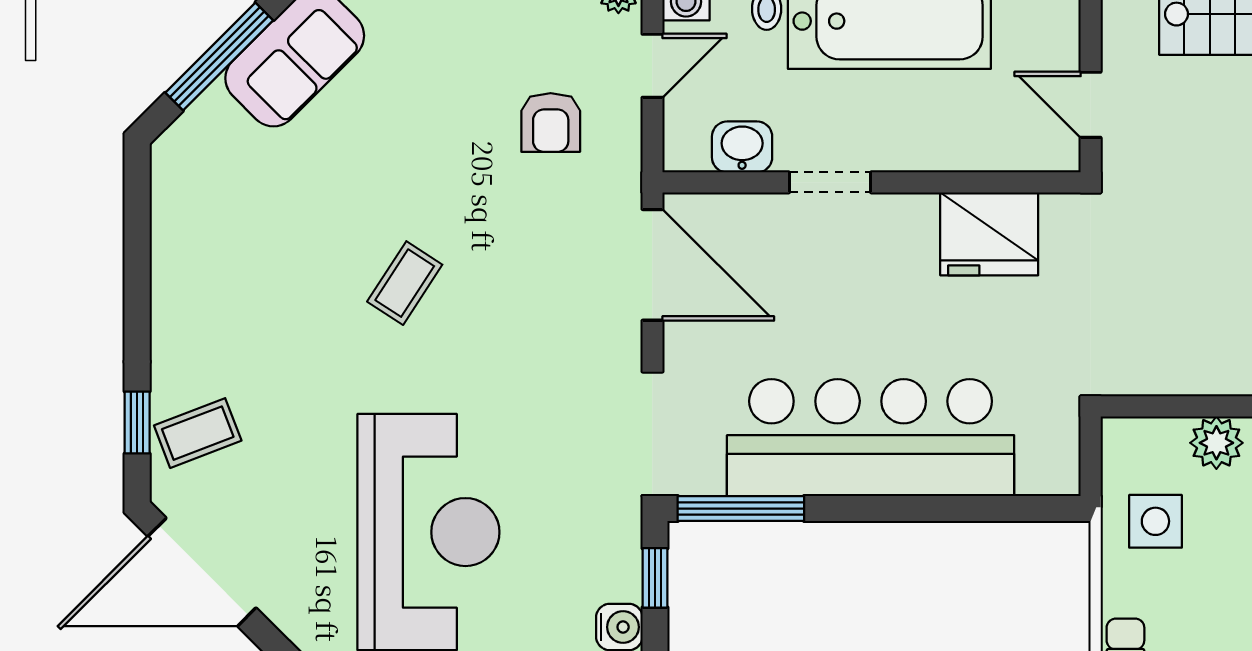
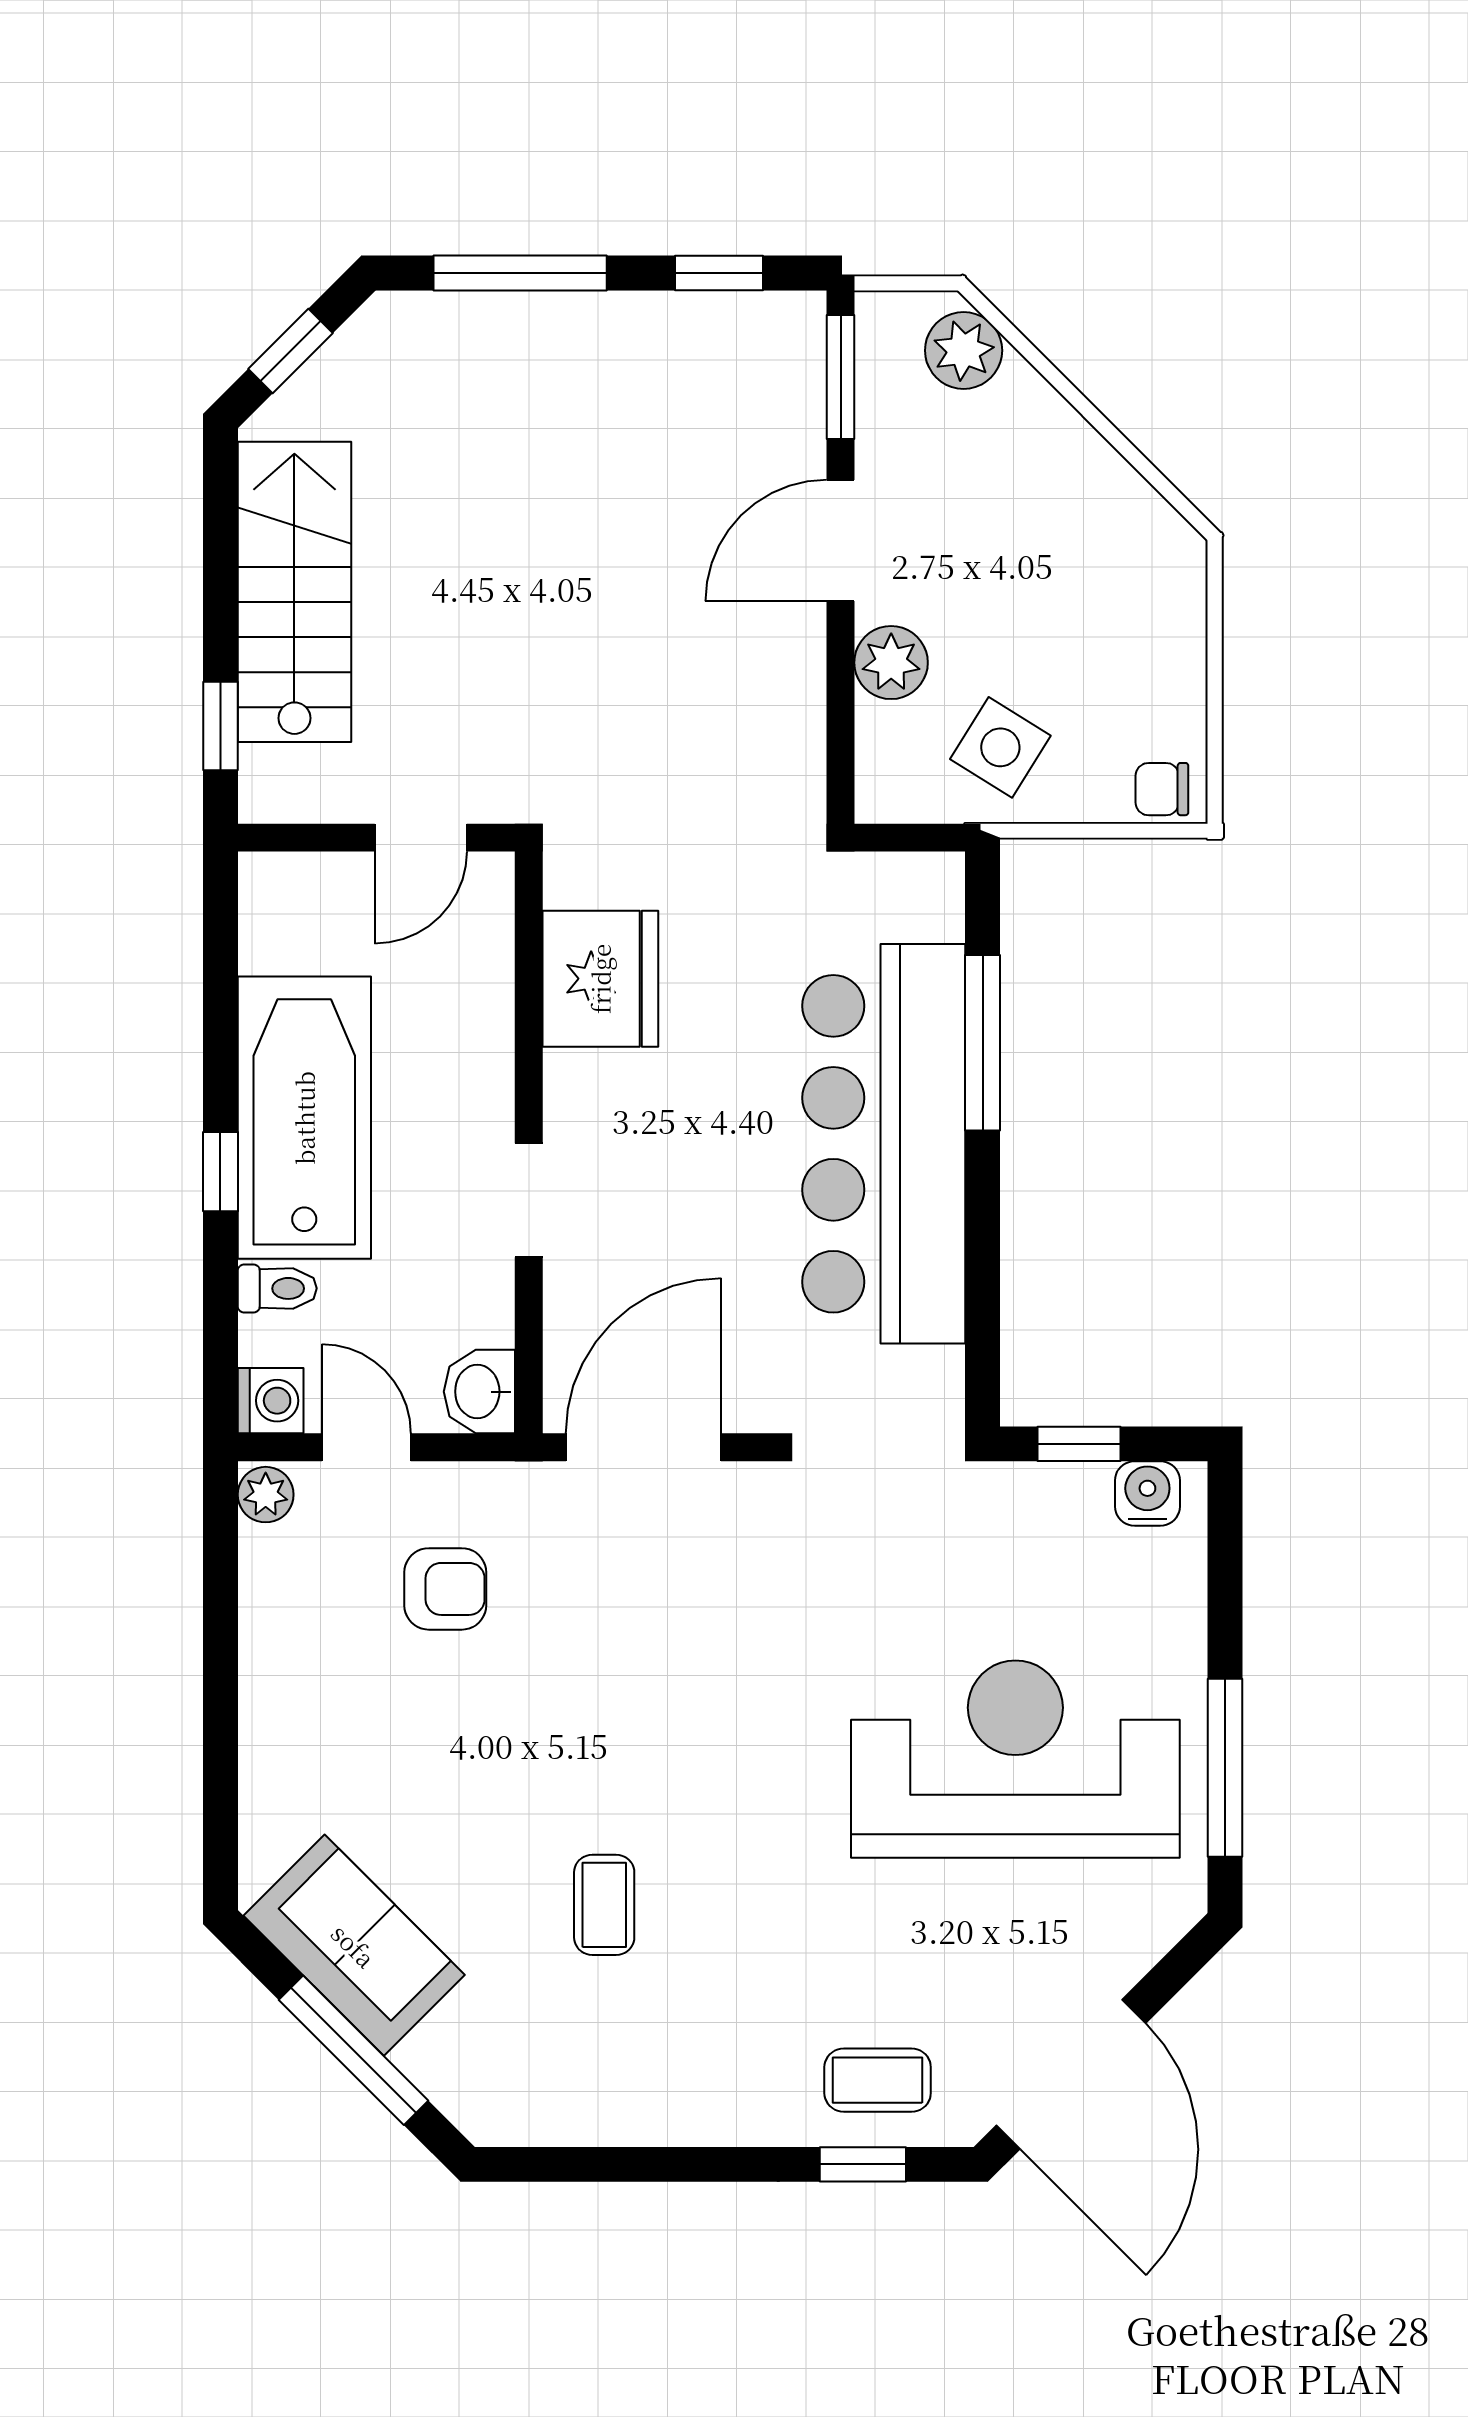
washbasin: (742, 147) -> (479, 1392), moved
coffee table: (405, 283) -> (604, 1905), moved, turned 57
coffee table: (198, 433) -> (878, 2080), turned -69
window: (741, 509) -> (983, 1043), moved
side table: (1155, 521) -> (1000, 747), turned 32

